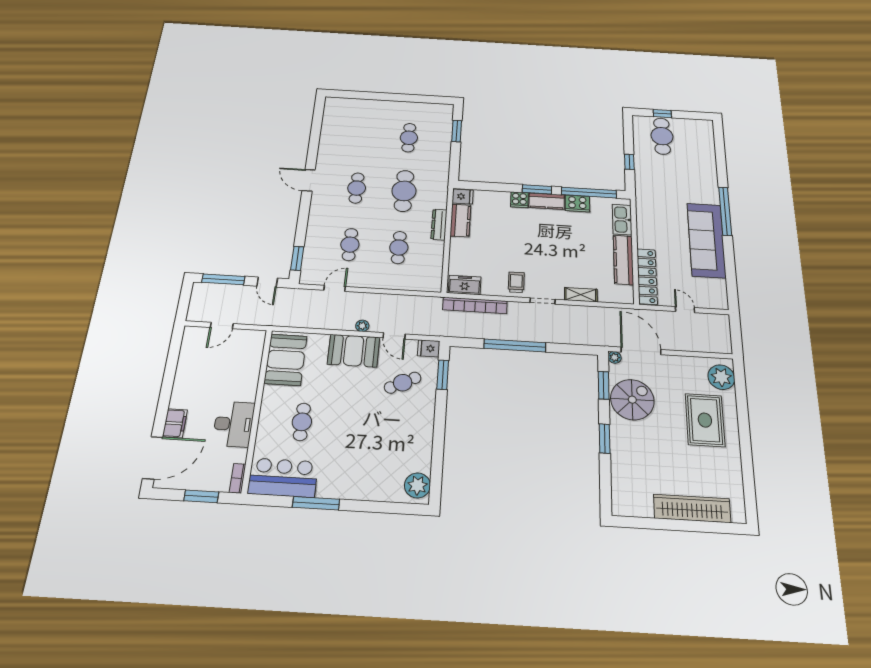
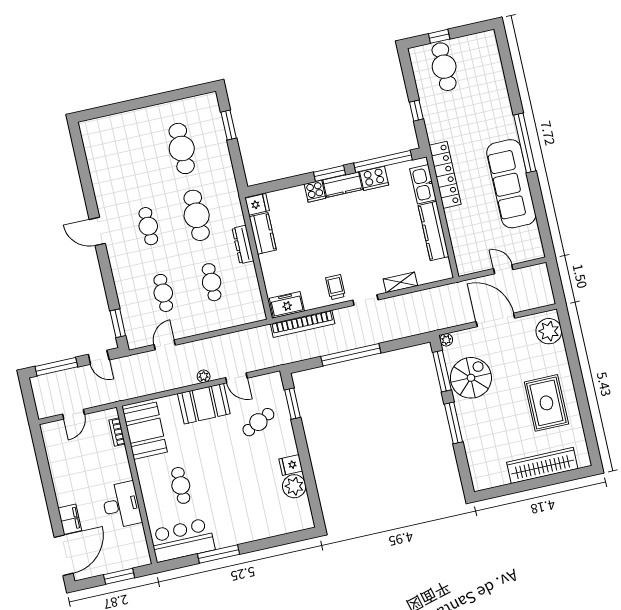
cafe table: (409, 138) -> (182, 148), width x1.37, depth x1.35
locker: (647, 276) -> (445, 175), moved
fridge: (429, 348) -> (291, 465), moved
door: (641, 351) -> (495, 320), moved
window: (604, 385) -> (442, 371), width x1.44
rug: (705, 420) -> (546, 403), moved
window: (605, 439) -> (453, 423), width x1.44
bookcase: (238, 478) -> (117, 432), moved
plant: (417, 485) -> (294, 486), moved

